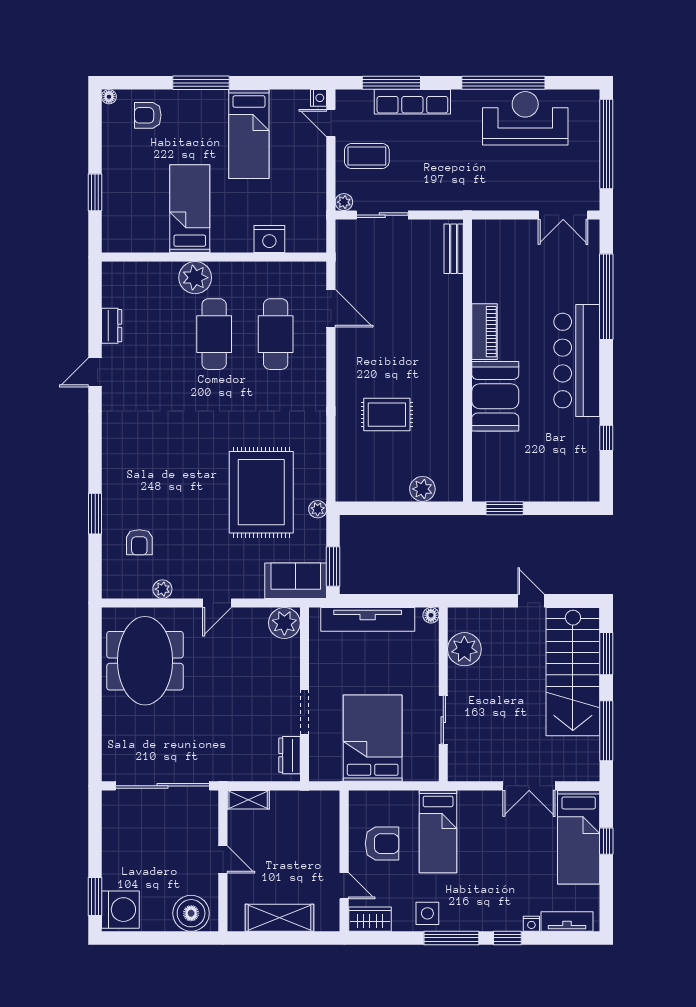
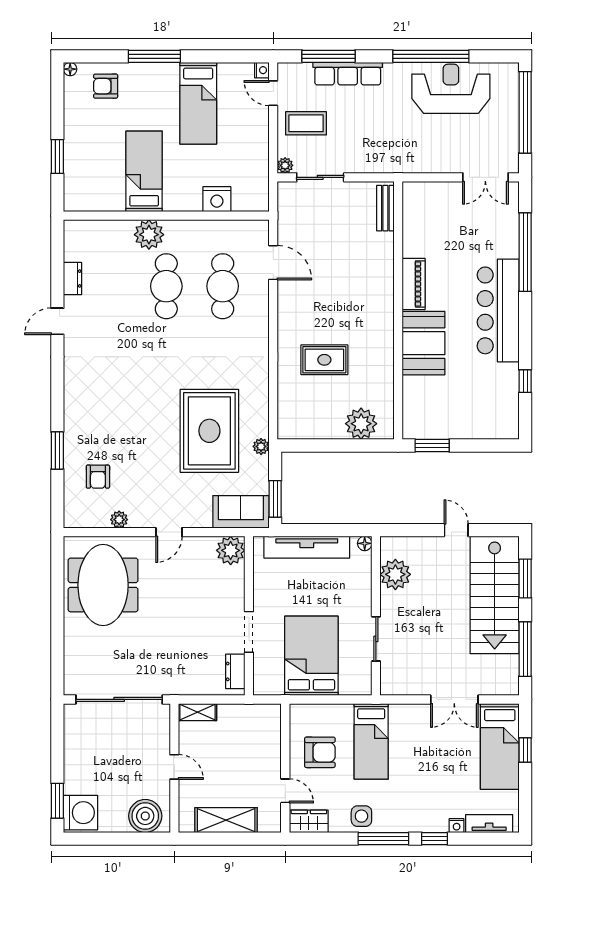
plant: (422, 489) -> (361, 424), width x1.36, depth x1.36

